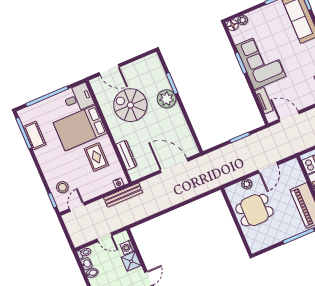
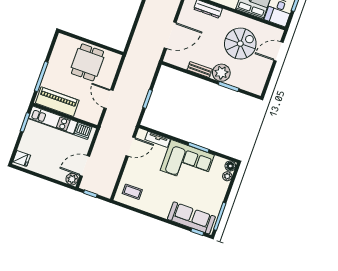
bench: (180, 118) -> (200, 70), added
plant: (247, 184) -> (111, 74), removed

